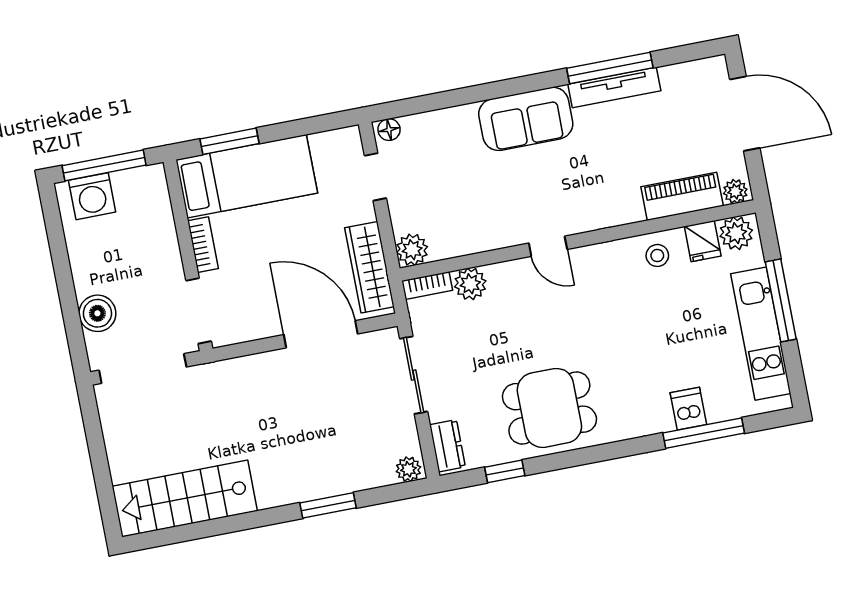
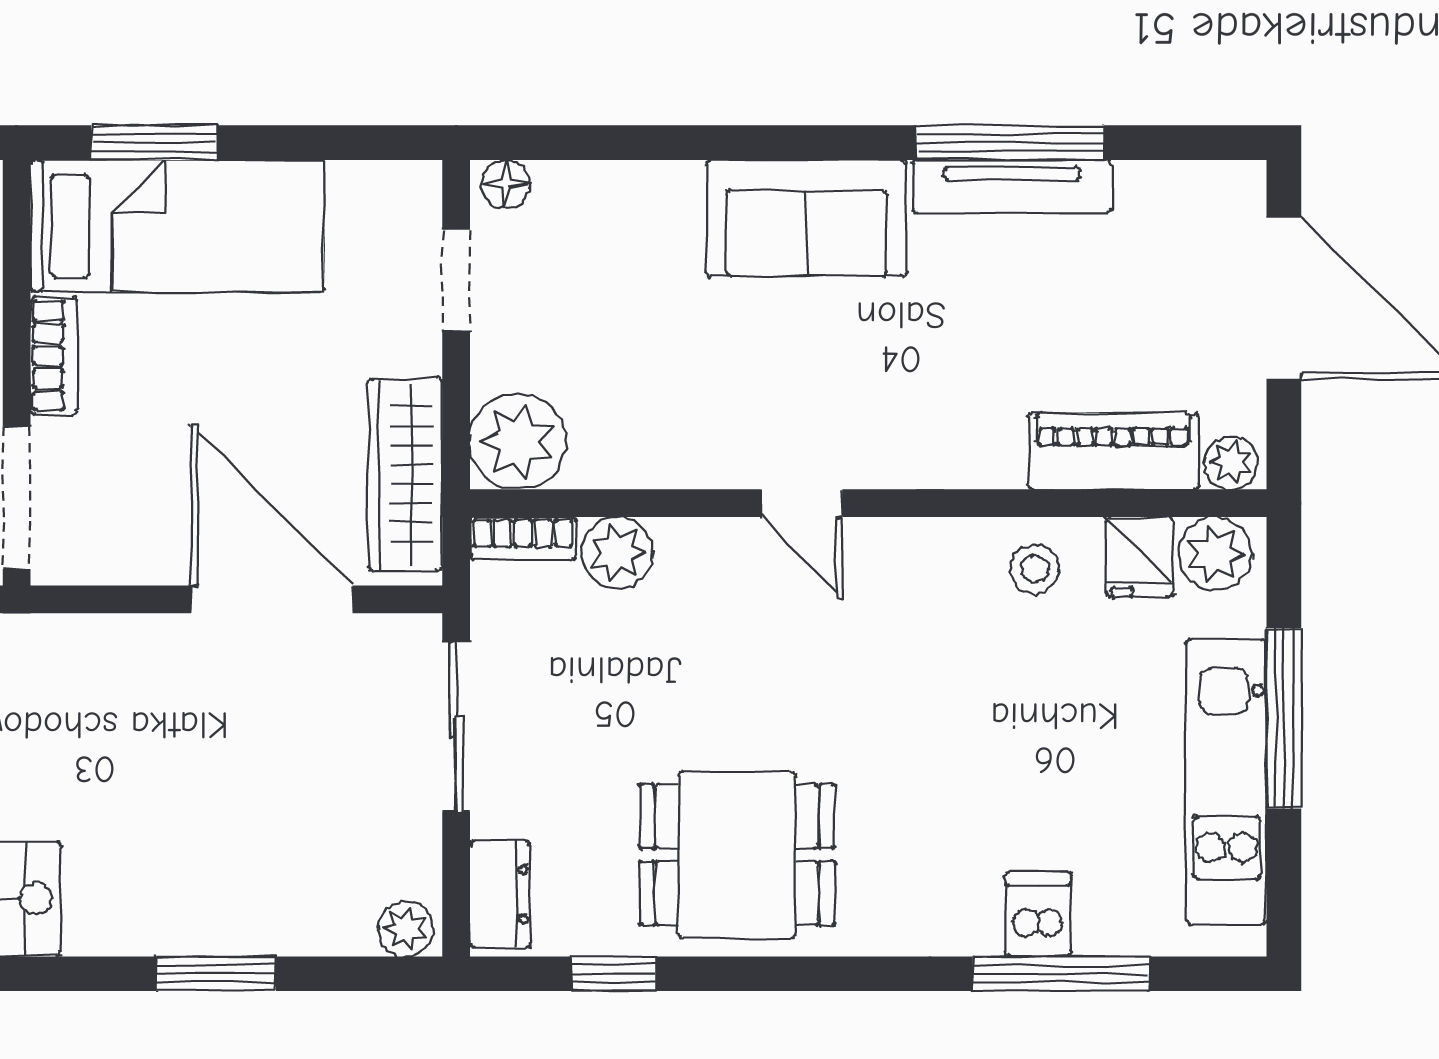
plant: (412, 250) -> (518, 441), width x1.36, depth x1.36

